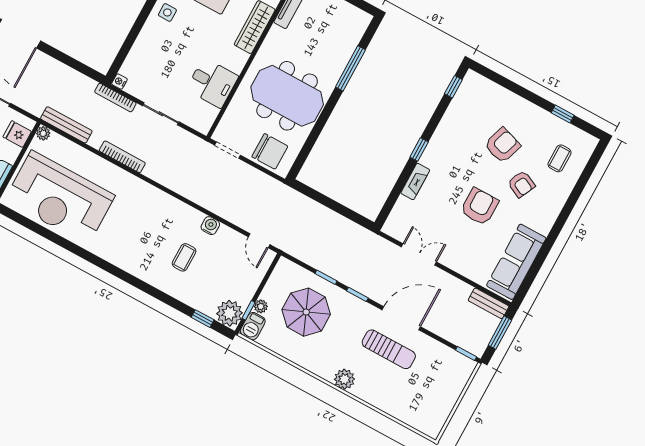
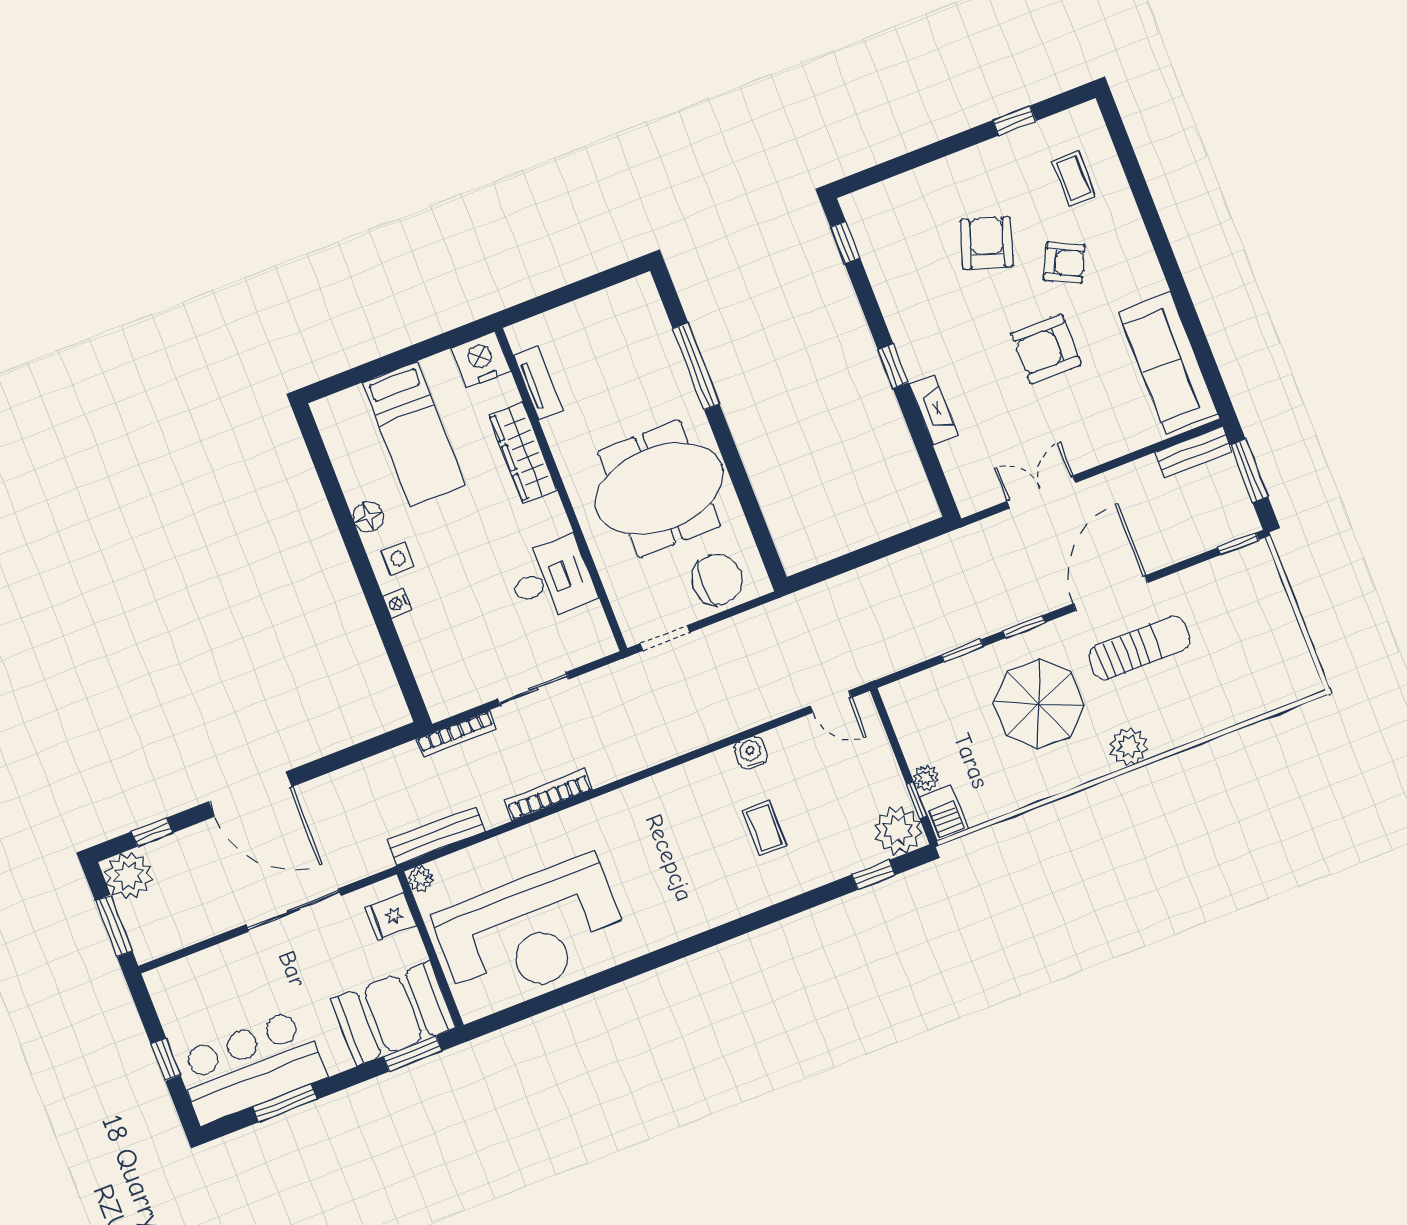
nightstand: (119, 82) -> (397, 603), moved
armchair: (479, 207) -> (1046, 349), turned -90
parasol: (306, 312) -> (1039, 704), moved

